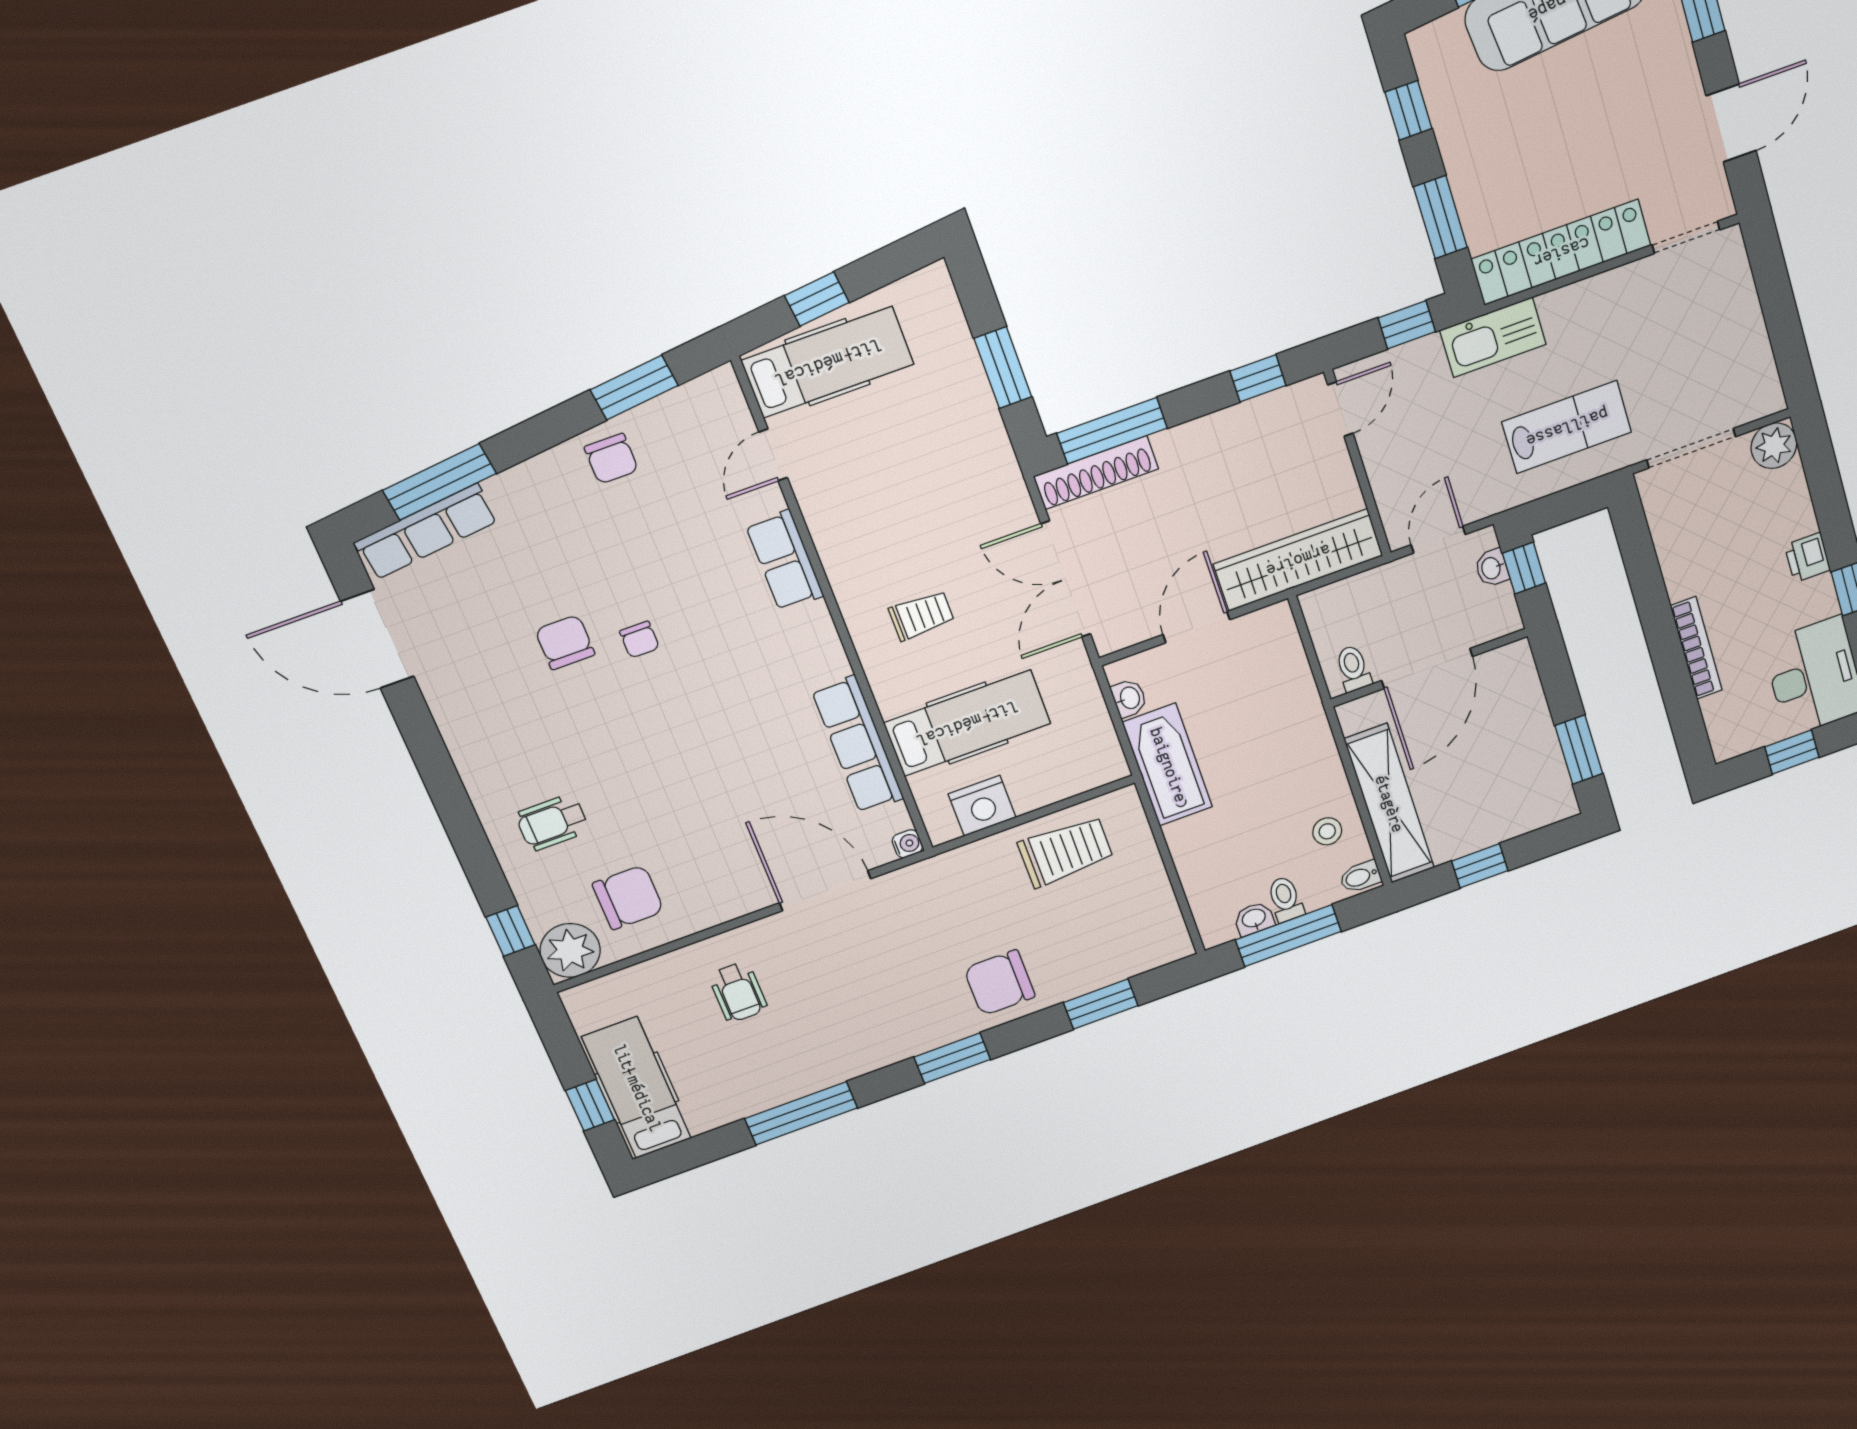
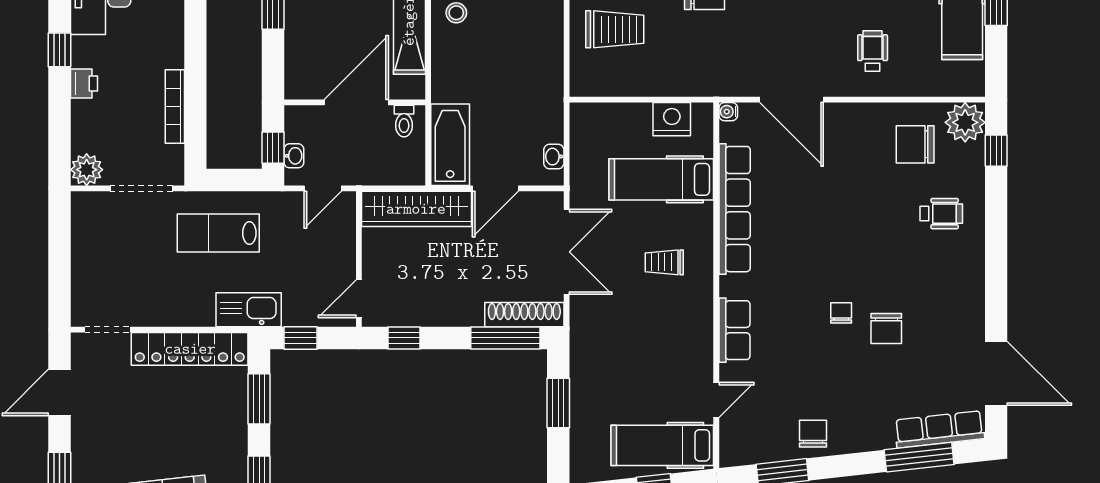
bookcase: (1696, 648) -> (175, 107), moved
row of seats: (858, 745) -> (735, 209), width x1.36
bathtub: (1168, 765) -> (450, 145), moved, turned 180
trolley: (1066, 851) -> (615, 29), moved, turned 180

